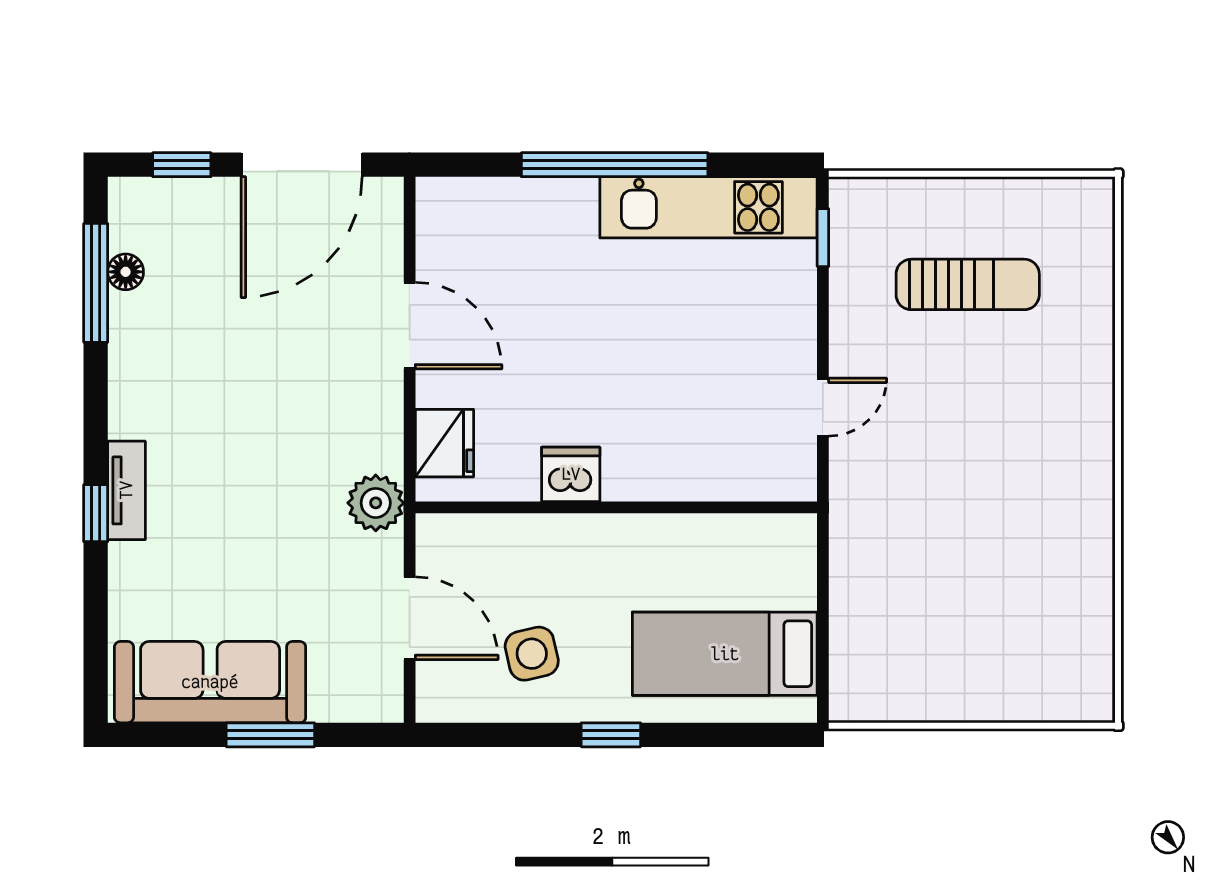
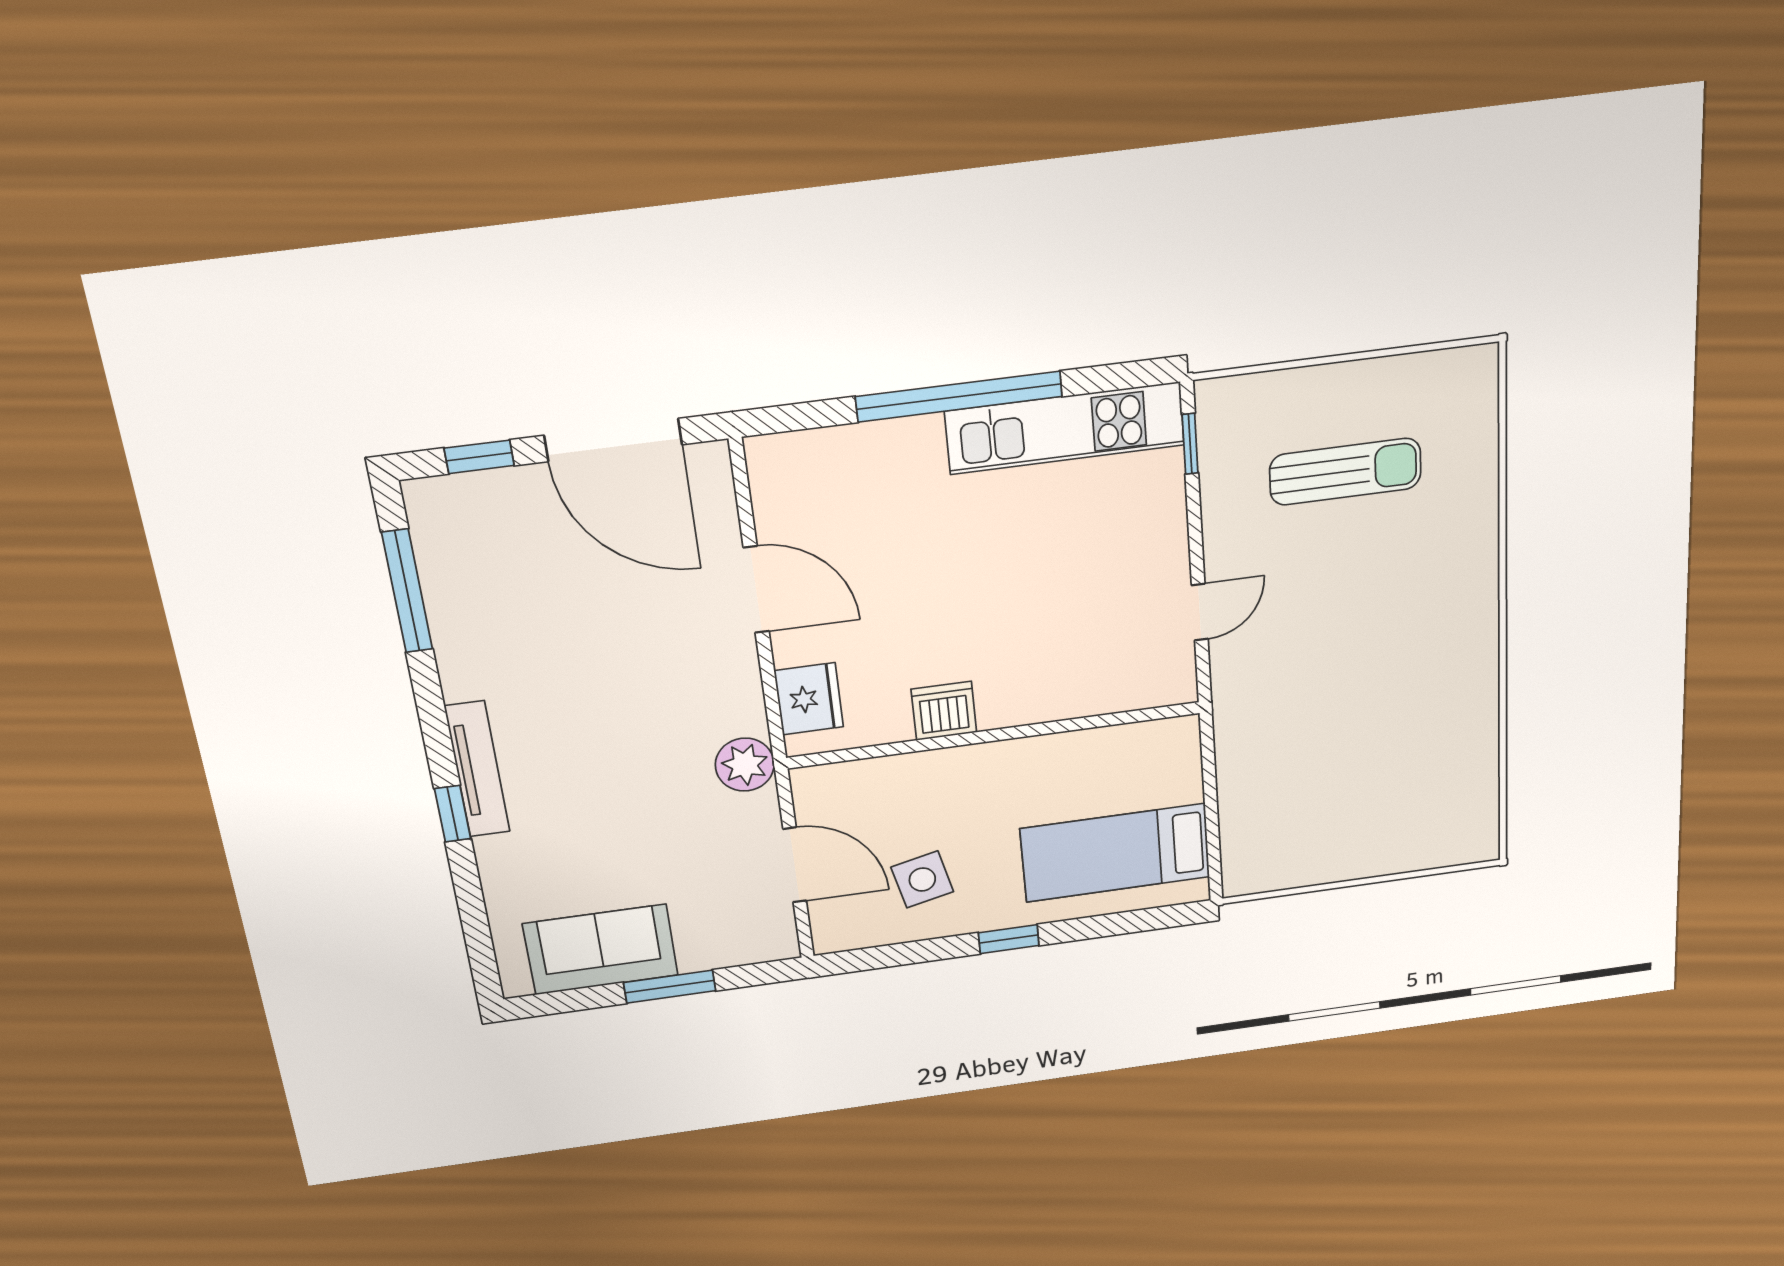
door: (302, 165) -> (613, 440), hinge flipped
floor lamp: (126, 272) -> (438, 576), removed
tv unit: (126, 490) -> (477, 769), width x1.41
sofa: (210, 682) -> (601, 950), width x0.73

